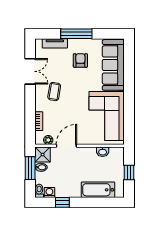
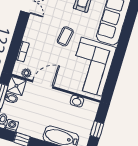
coffee table: (54, 92) -> (65, 36), moved

